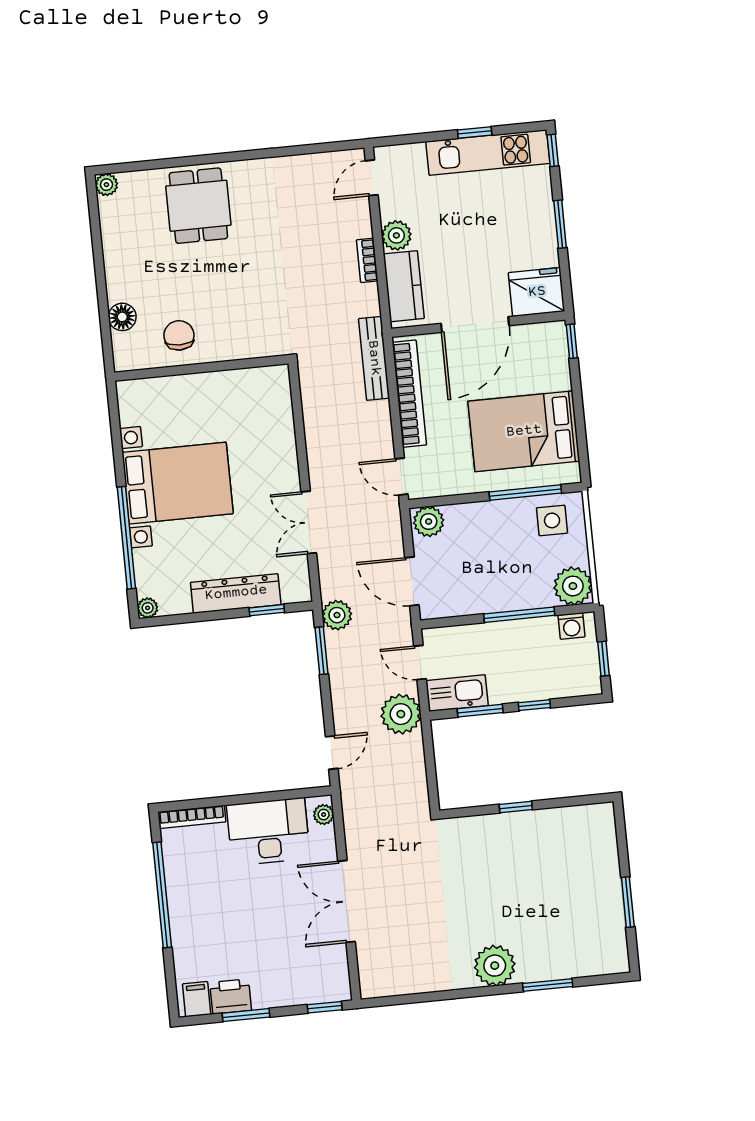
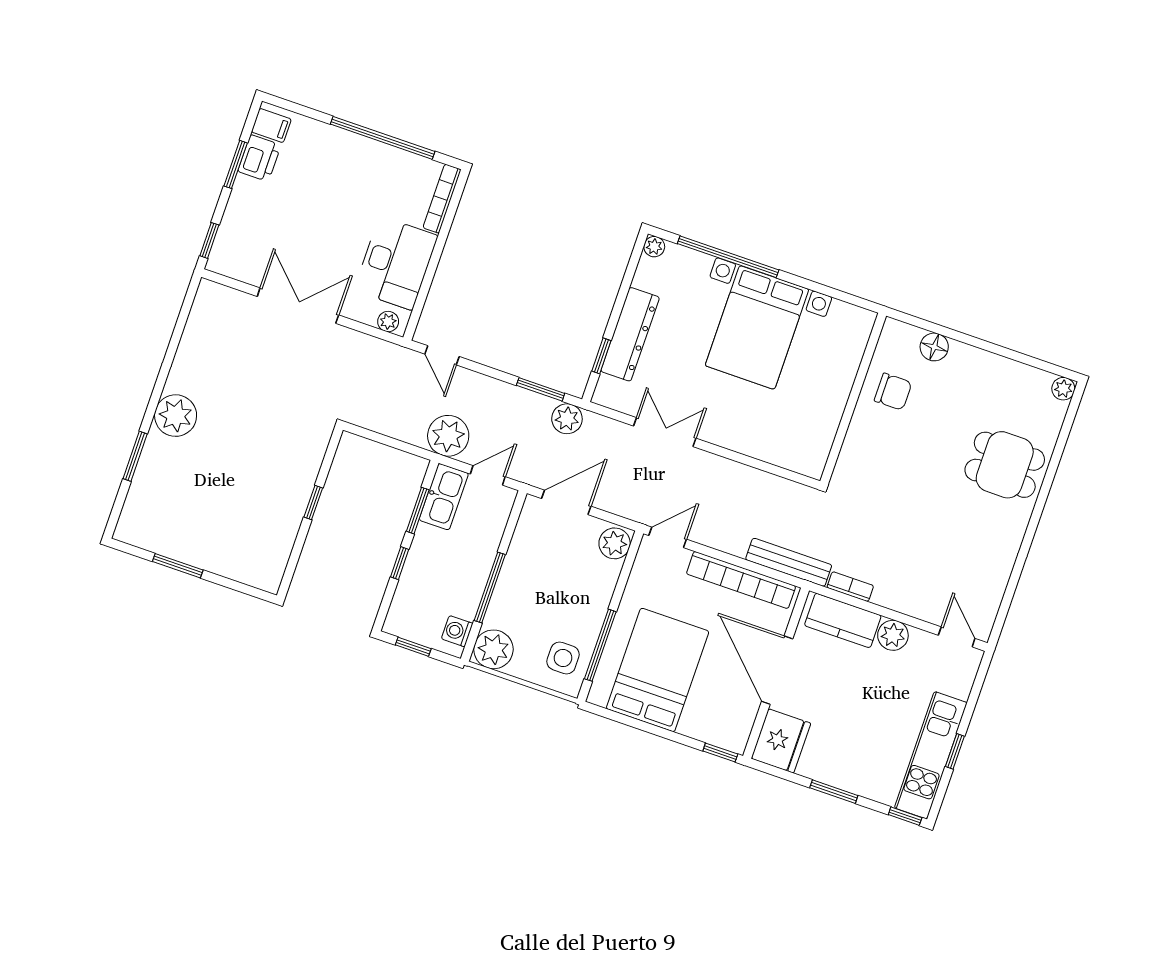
bookcase: (367, 260) -> (850, 587), moved

